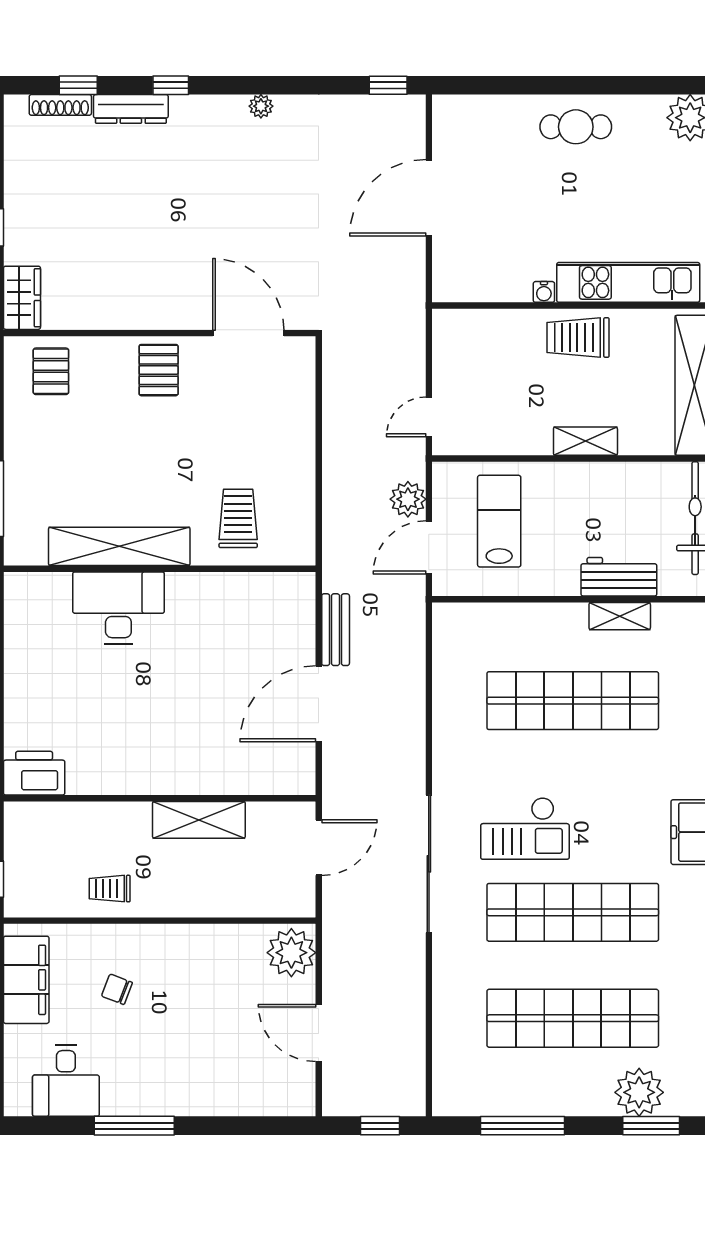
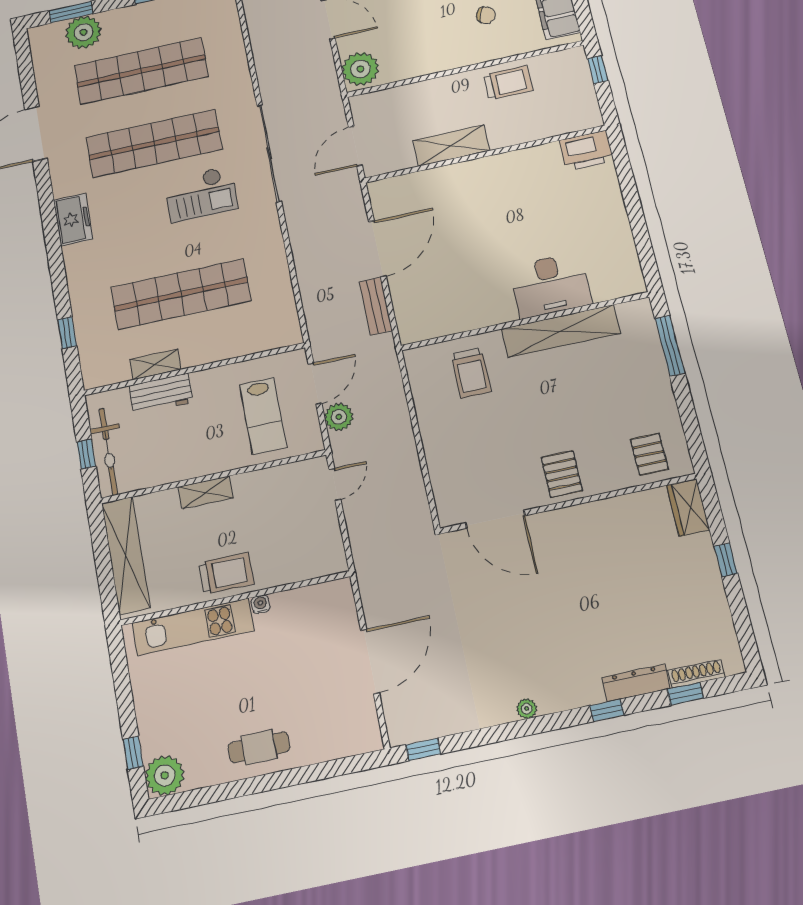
checkout: (525, 828) -> (201, 194), turned 180
trolley: (110, 889) -> (508, 83), width x1.36, depth x1.39

